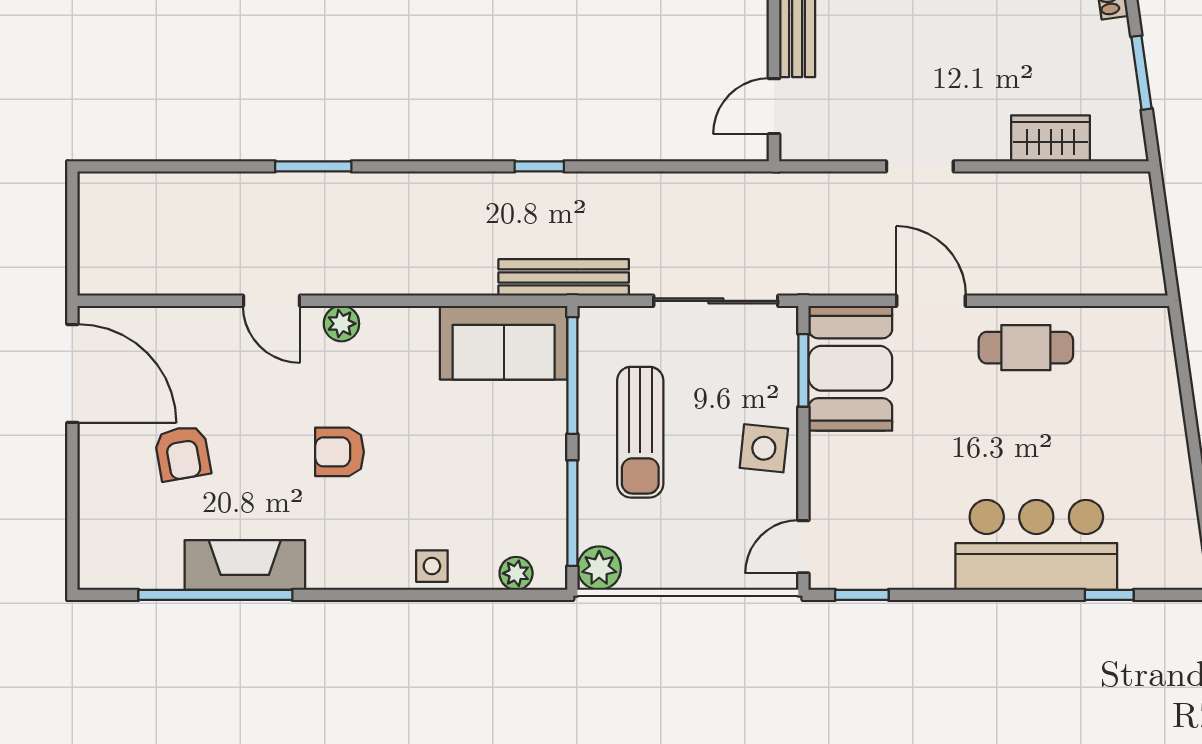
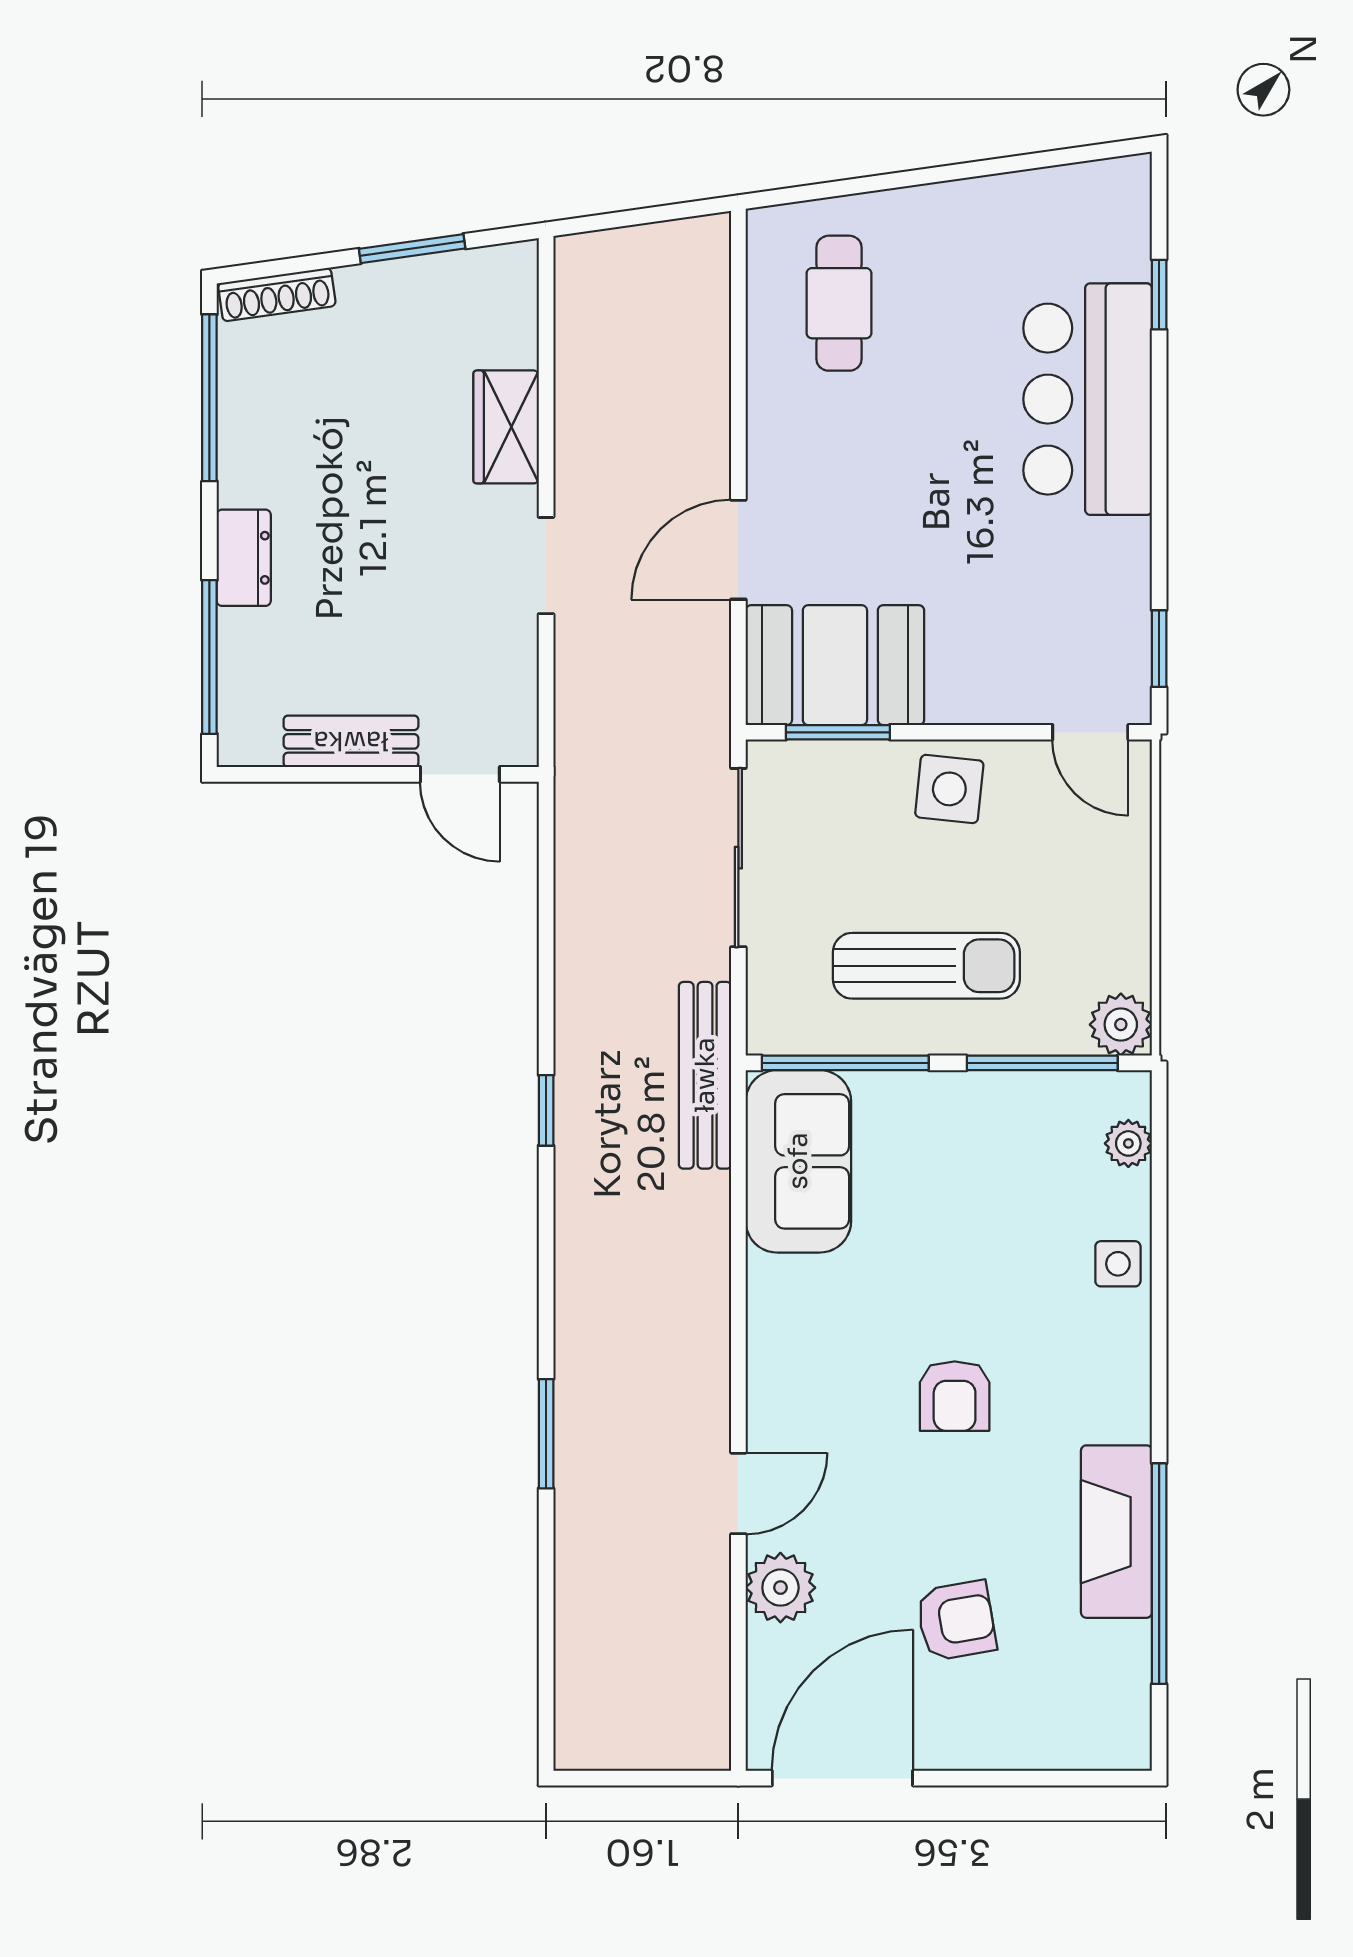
wardrobe: (1051, 138) -> (506, 427), moved
plant: (341, 324) -> (780, 1588), moved, width x1.38, depth x1.38
cafe table: (1026, 348) -> (839, 303), moved

